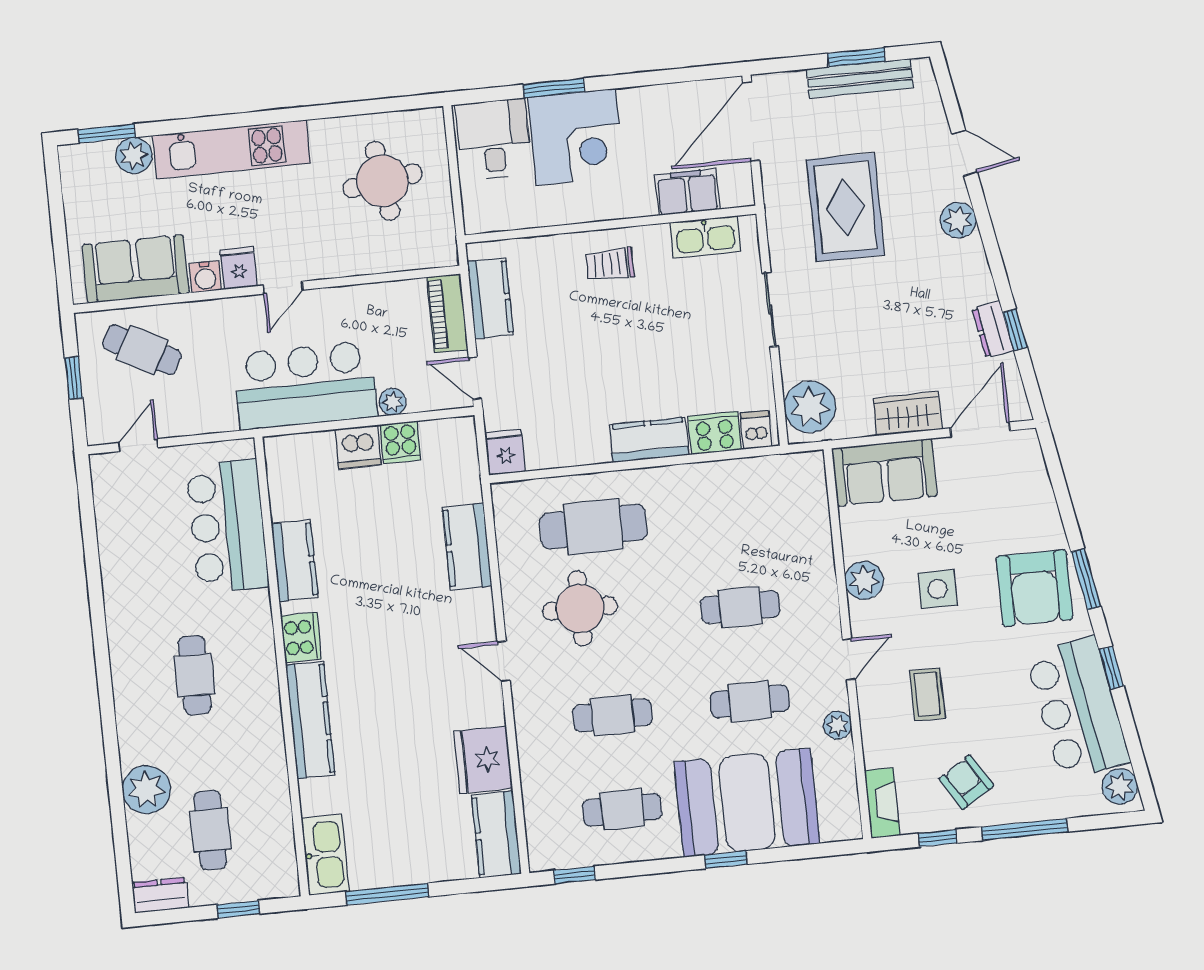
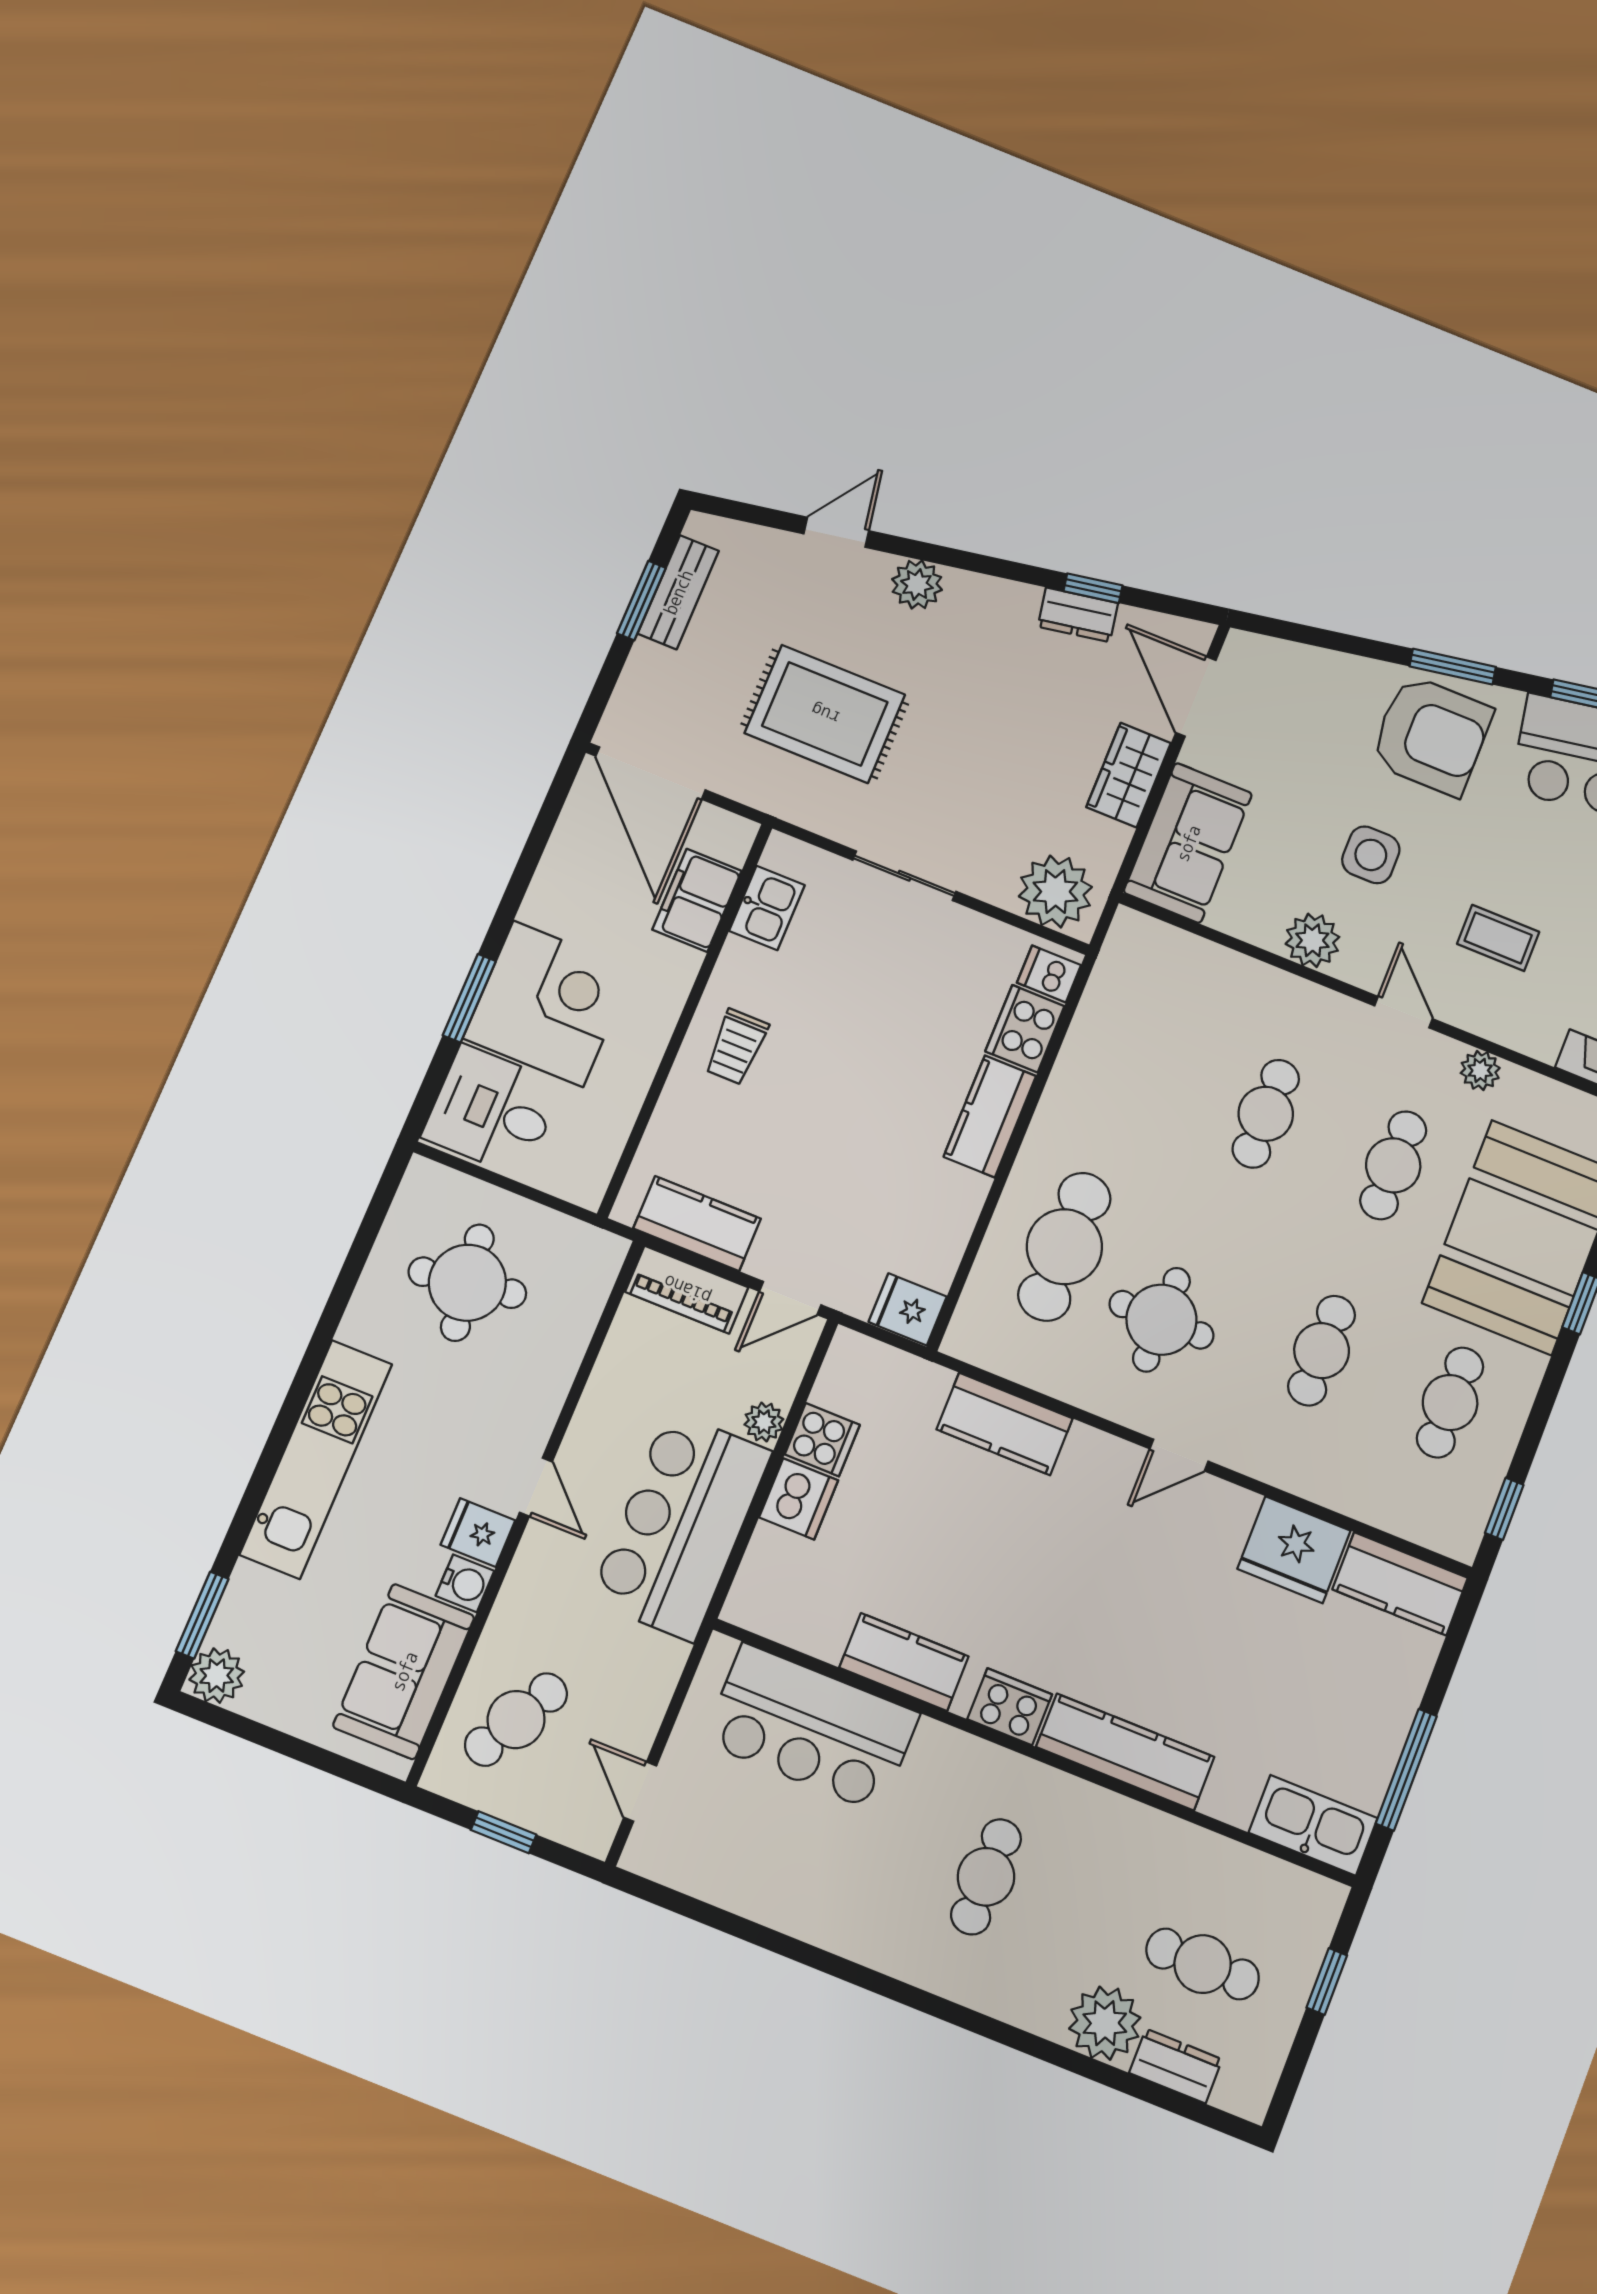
bench: (860, 78) -> (678, 592), width x0.73
plant: (134, 156) -> (217, 1676), moved
kitchen sink: (705, 237) -> (767, 908), width x0.73
cafe table: (195, 675) -> (986, 1877), turned 90
dresser: (160, 895) -> (1176, 2066), moved, turned 90

